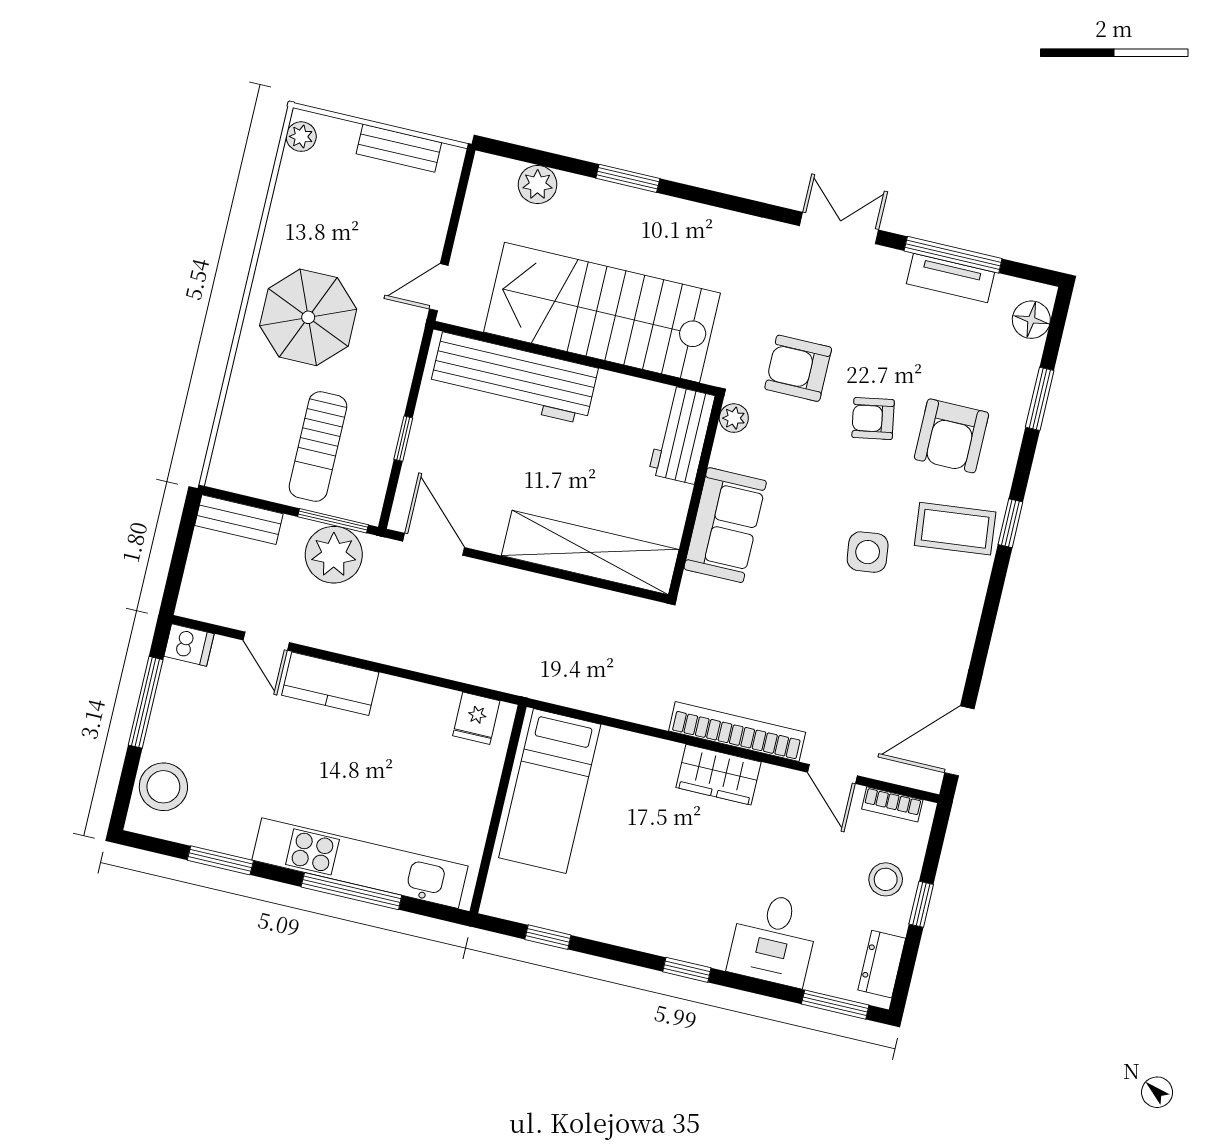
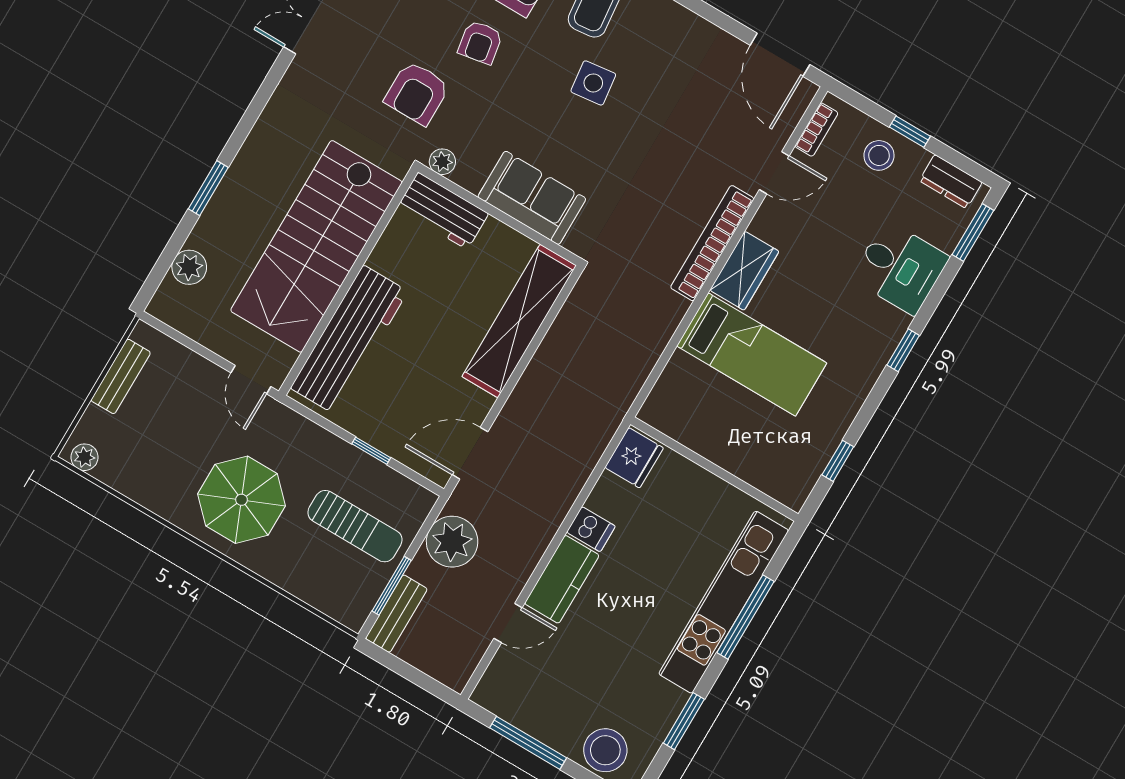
window: (333, 521) -> (392, 586), moved
dishwasher: (189, 645) -> (591, 529), moved, turned 90
fridge: (476, 718) -> (634, 458), width x1.38
bed: (550, 791) -> (752, 354), moved

